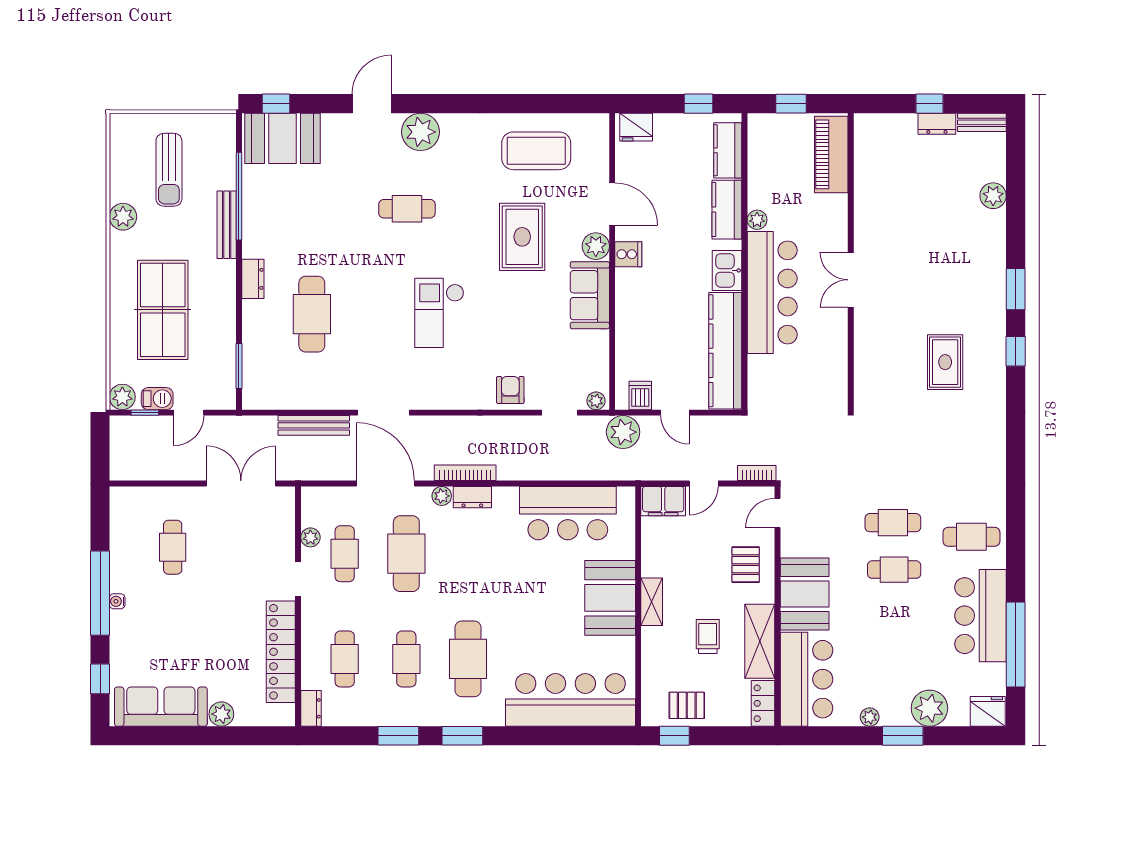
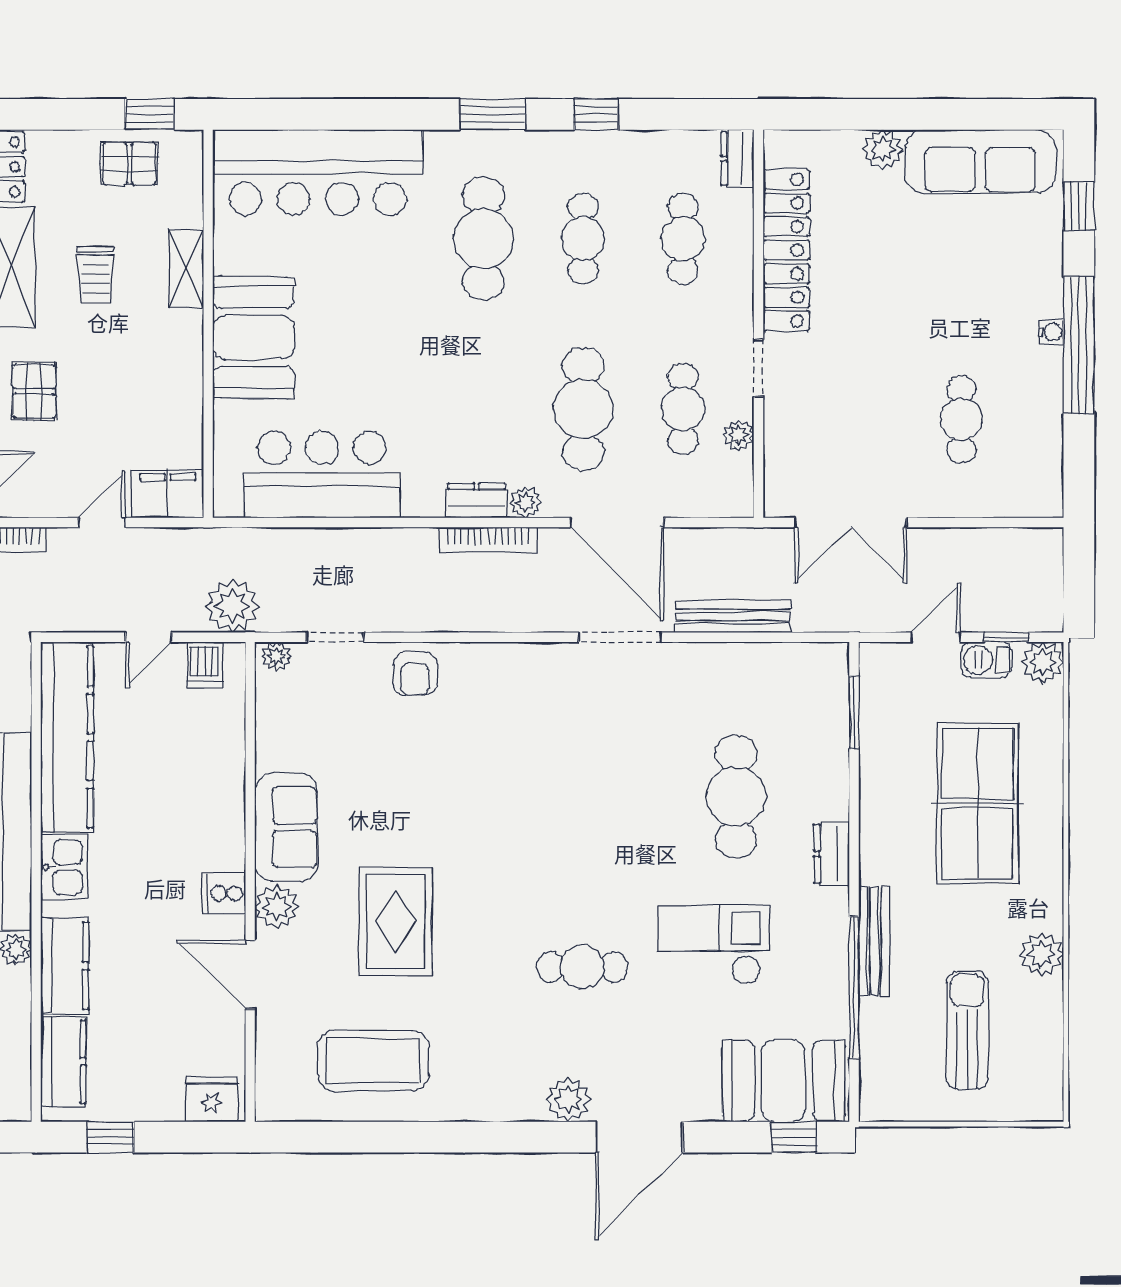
door: (372, 104) -> (639, 1137), width x1.36
plant: (421, 132) -> (568, 1100), width x0.73, depth x0.73
checkout: (439, 313) -> (713, 944), moved, turned -90
door: (675, 413) -> (149, 637), swing flipped
shelving: (652, 602) -> (186, 268), moved
window: (398, 736) -> (596, 114), width x0.67

